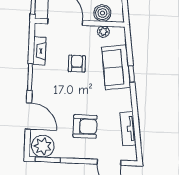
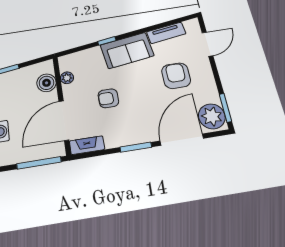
fireplace: (39, 51) -> (87, 145), moved
sofa: (116, 67) -> (127, 50), moved
door: (28, 116) -> (182, 140), width x1.36

